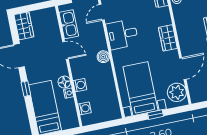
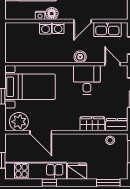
wardrobe: (168, 38) -> (92, 124), moved
boiler: (103, 57) -> (80, 57), moved
washing machine: (85, 108) -> (58, 28), moved

